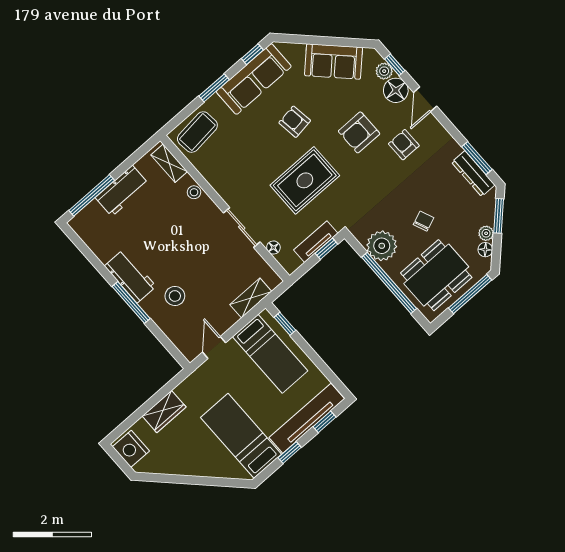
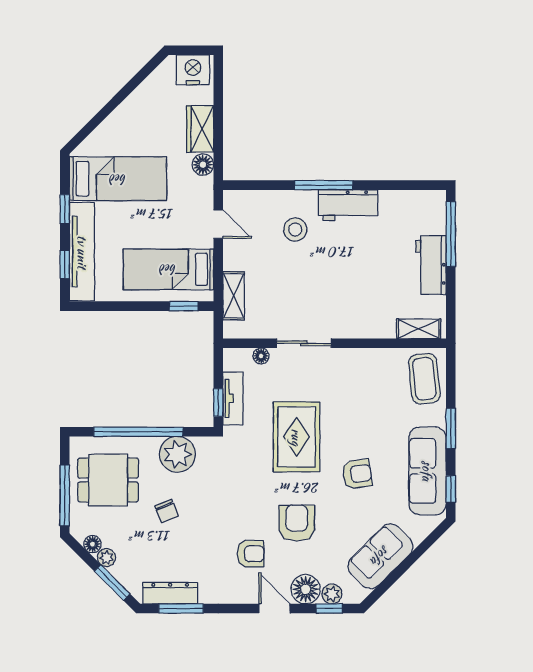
stool: (194, 192) -> (373, 328), removed
dining table: (436, 275) -> (108, 480), width x0.73
floor lamp: (185, 390) -> (203, 165), added

